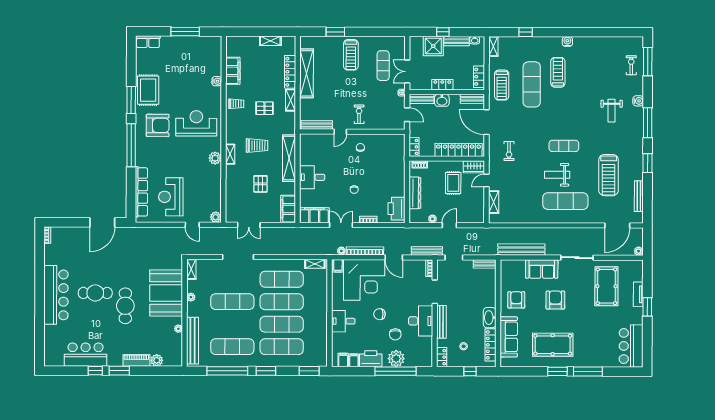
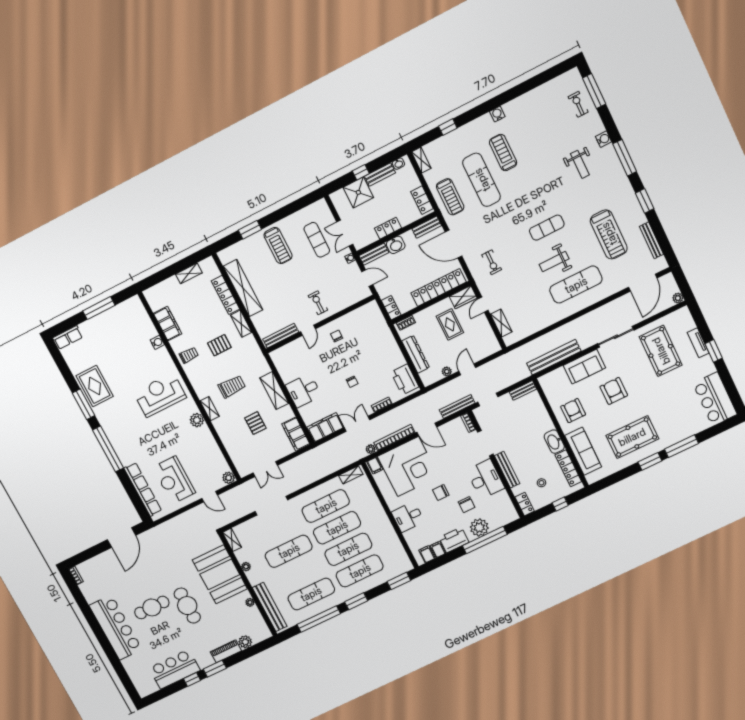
armchair: (158, 125) -> (123, 416), removed
shelving: (289, 158) -> (274, 391), width x0.68

